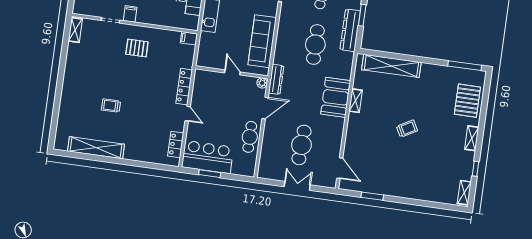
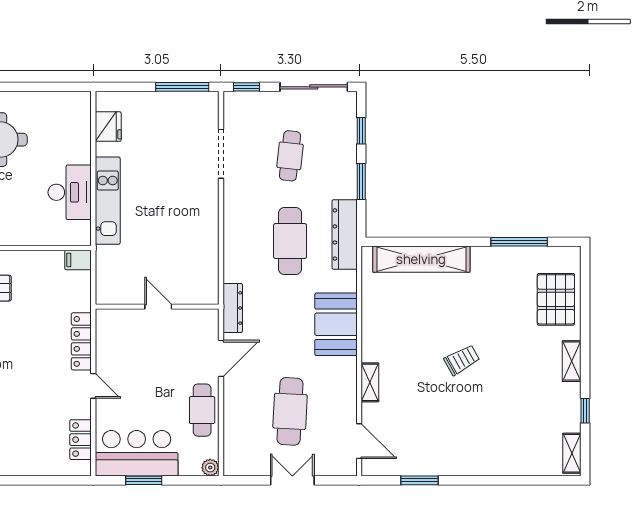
dresser: (350, 30) -> (345, 234), moved
sofa: (262, 41) -> (201, 248), removed
window: (465, 66) -> (519, 242), moved
plant: (262, 83) -> (210, 468), moved
shelving: (356, 101) -> (370, 382), moved

